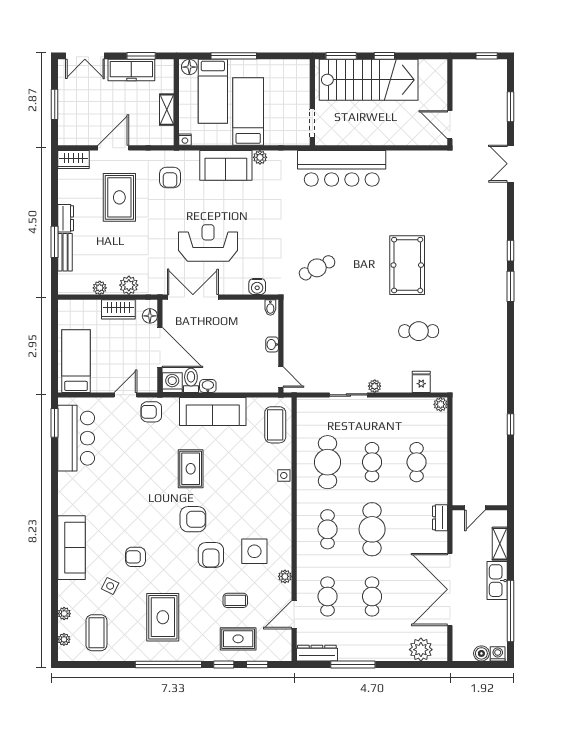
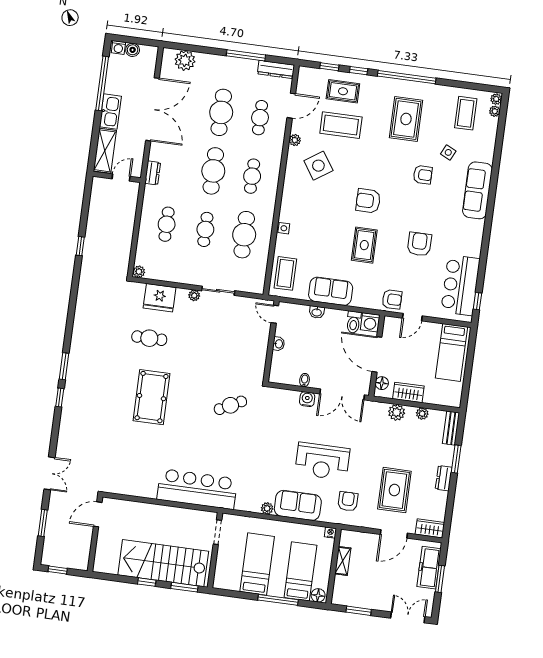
freezer: (131, 70) -> (429, 568), moved, turned -90
bed: (248, 112) -> (257, 564), moved, turned 180
door: (450, 125) -> (98, 514), swing flipped
reception desk: (208, 243) -> (322, 461), moved
bench: (65, 252) -> (451, 428), moved
water cooler: (257, 286) -> (307, 399), moved
bidet: (270, 308) -> (305, 380), moved
fridge: (421, 382) -> (159, 298), width x1.88, depth x1.34
washbasin: (208, 386) -> (317, 312), moved
sofa: (213, 412) -> (331, 291), width x0.73
window: (55, 423) -> (477, 301), width x0.67
shelving: (500, 544) -> (105, 151), width x1.50, depth x1.33
side table: (254, 551) -> (318, 166), turned -34
armchair: (211, 555) -> (419, 244), moved
cafe table: (372, 596) -> (221, 112), width x1.37, depth x1.35
coffee table: (235, 600) -> (341, 125), width x1.86, depth x1.72
plant: (64, 614) -> (496, 99), moved

